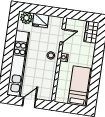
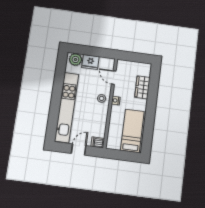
wardrobe: (91, 32) -> (142, 87), moved
door: (63, 36) -> (114, 78), swing flipped
dishwasher: (47, 96) -> (98, 142), added

